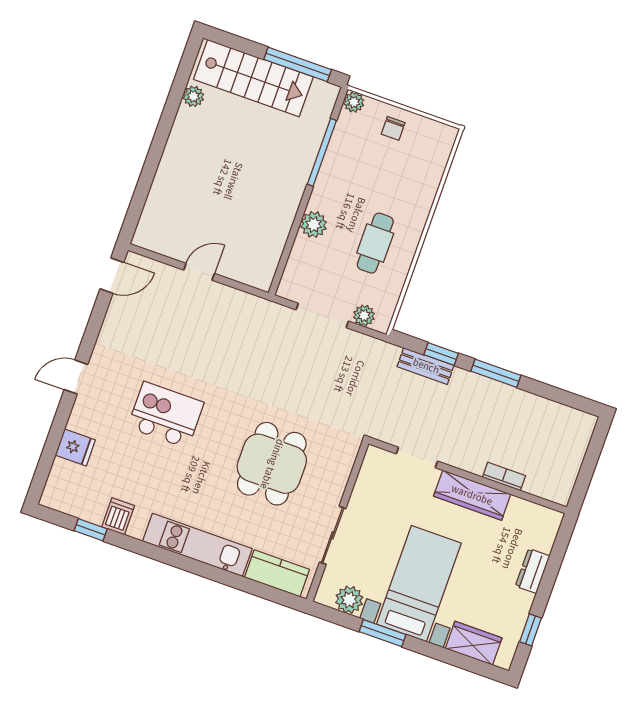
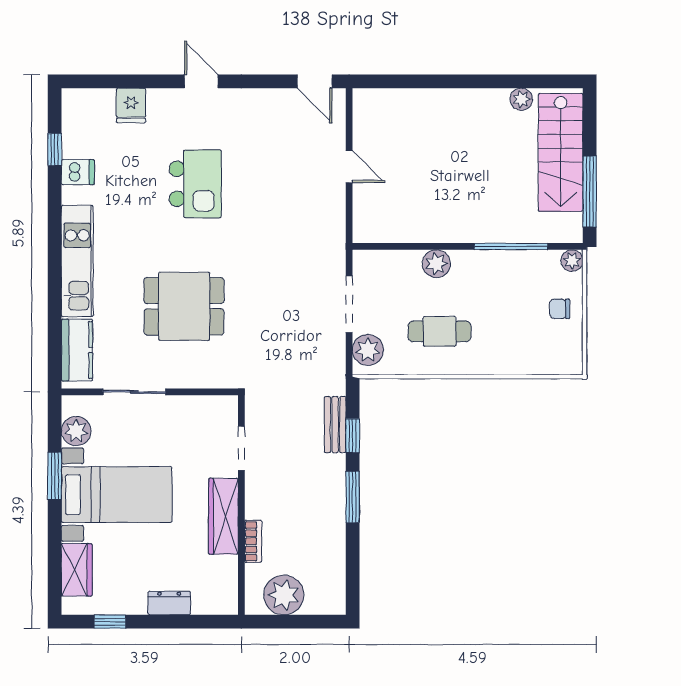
plant: (364, 316) -> (368, 350), width x1.38, depth x1.38
plant: (562, 466) -> (284, 595), added

